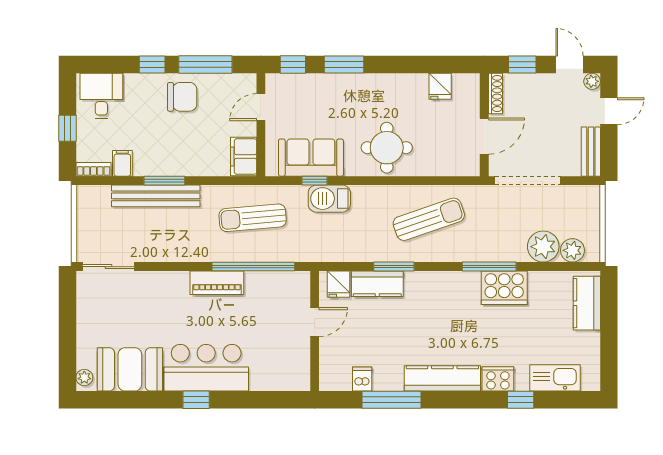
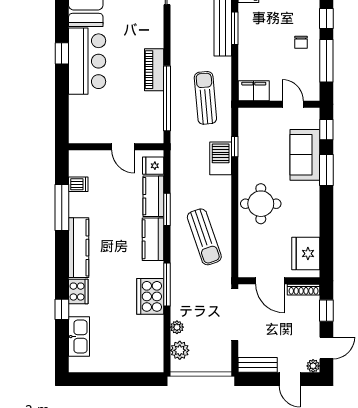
fridge: (440, 86) -> (306, 254), width x1.88, depth x1.34
chair: (182, 97) -> (301, 42), width x0.54, depth x0.54
sofa: (311, 158) -> (305, 155), moved, turned 180
plant: (543, 247) -> (177, 327), width x0.53, depth x0.53
kitchen counter: (587, 303) -> (153, 239), moved, turned -90

